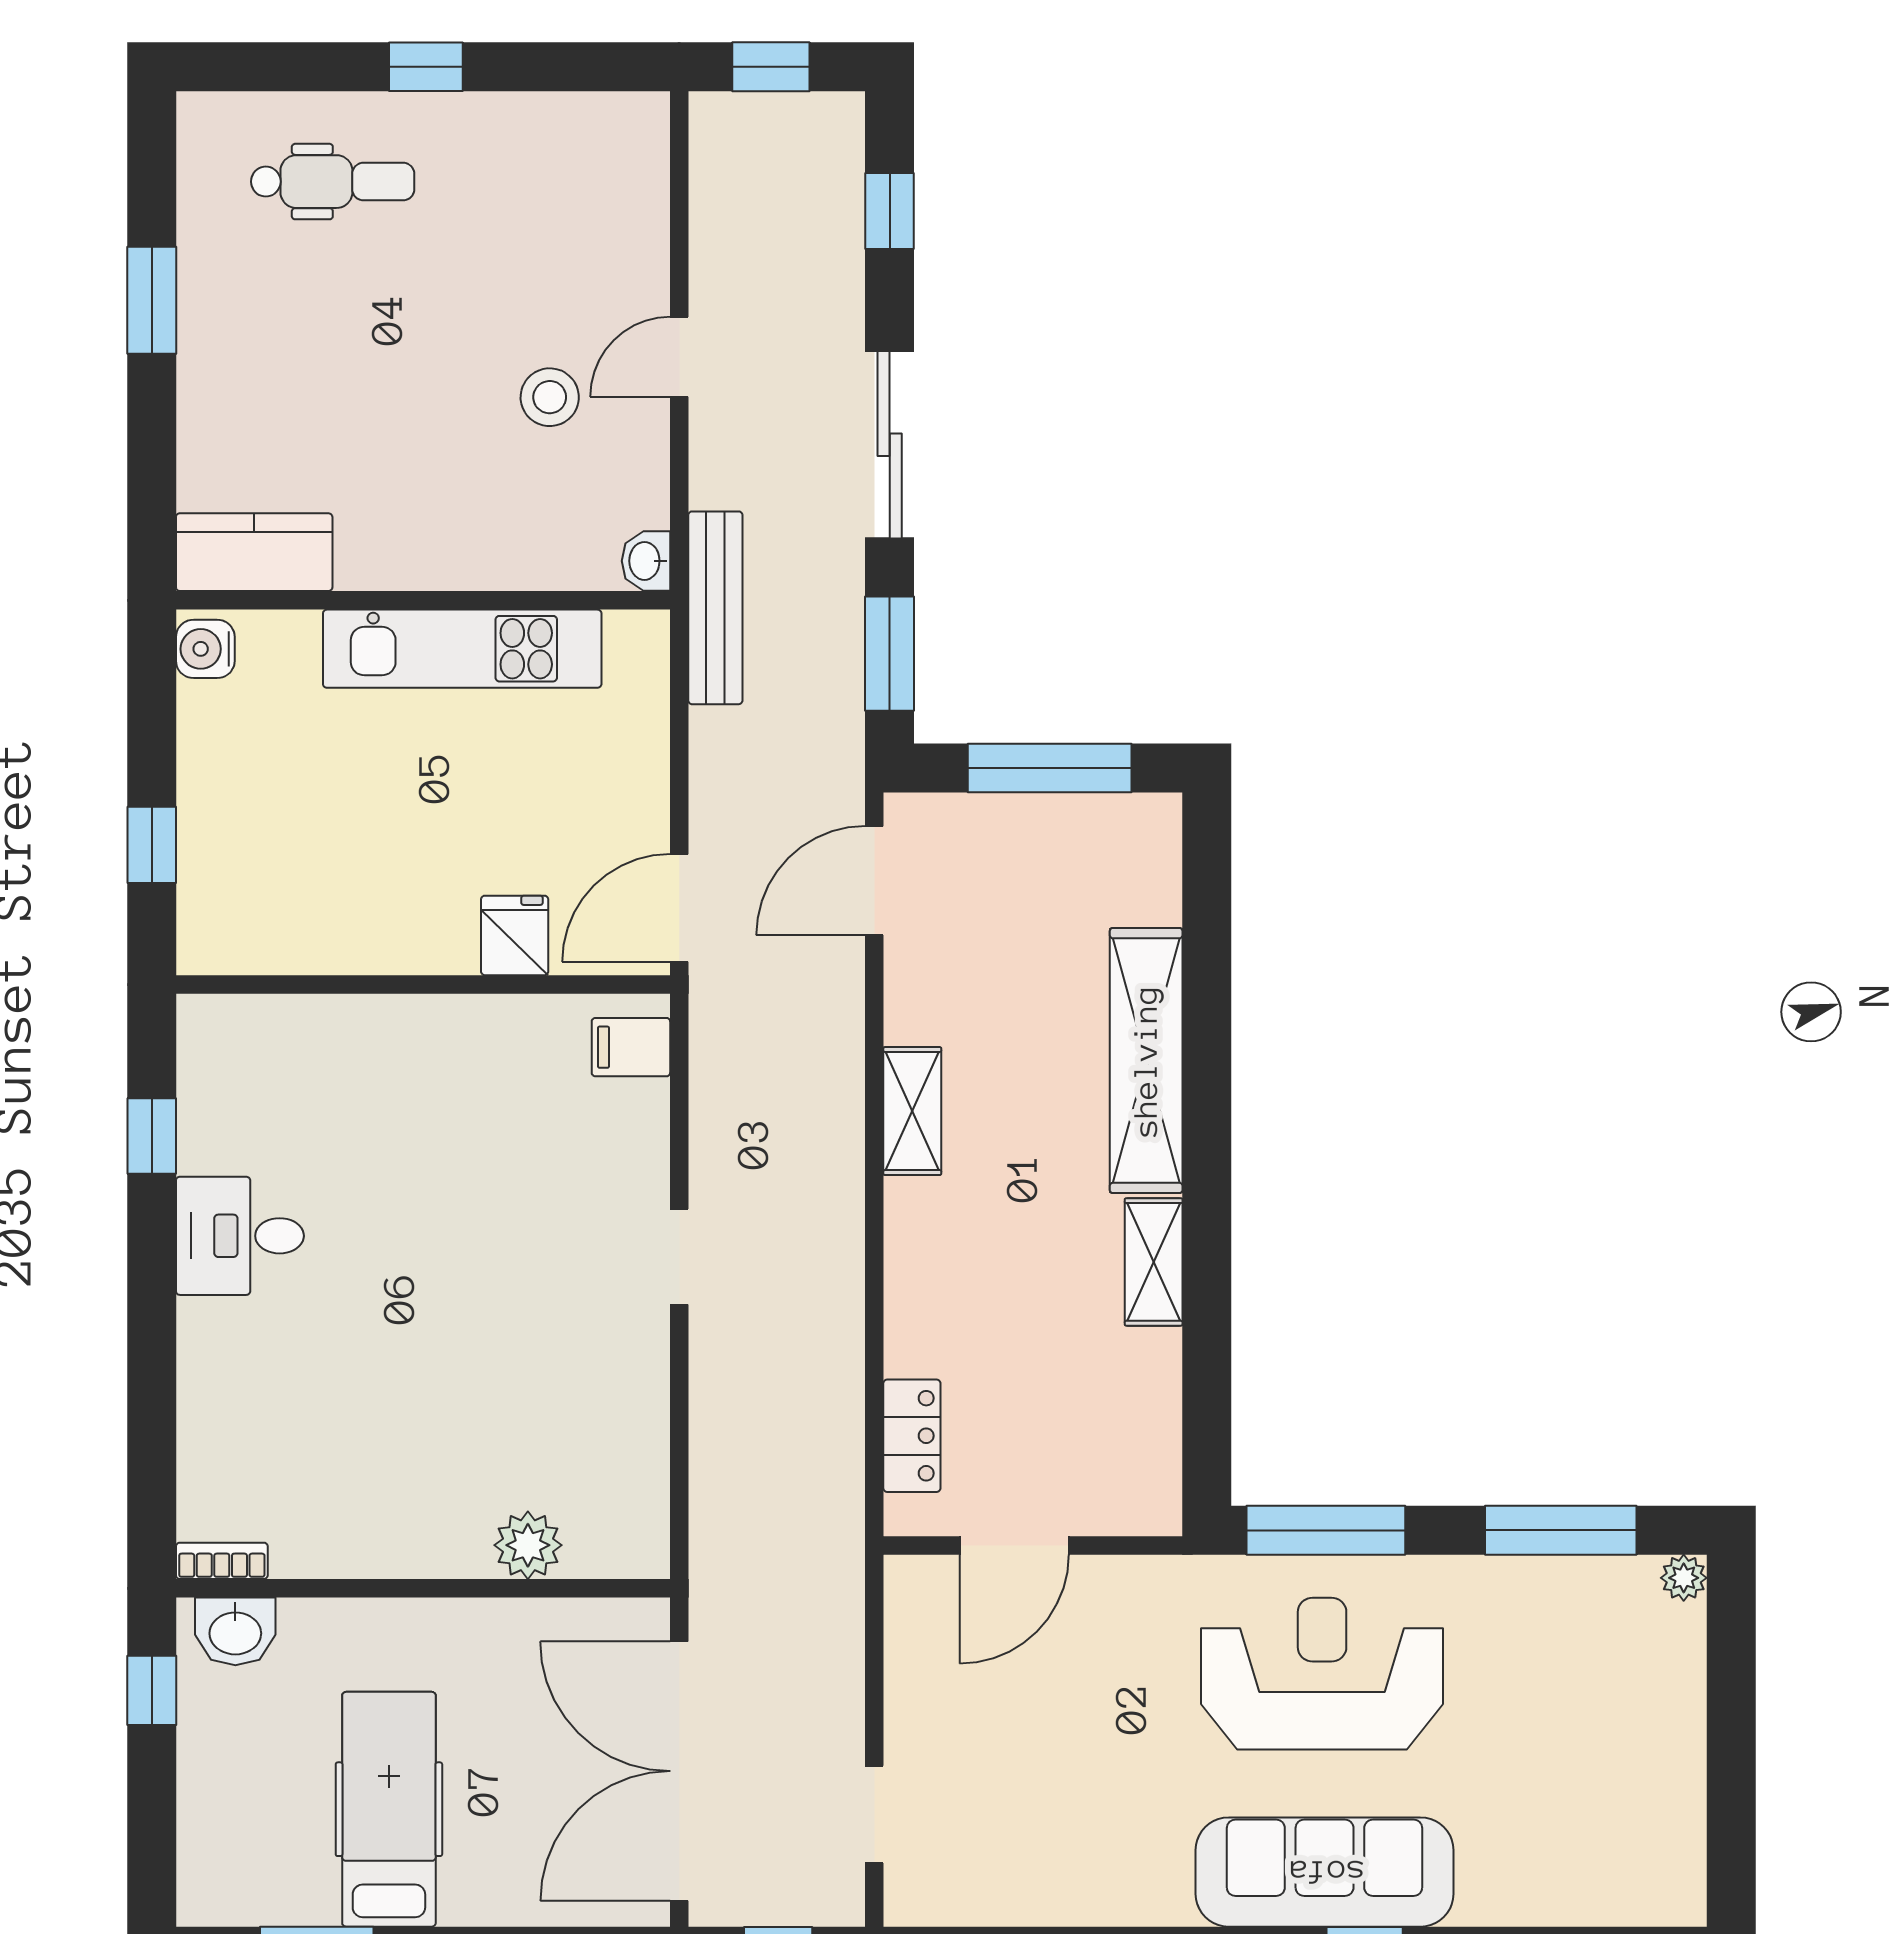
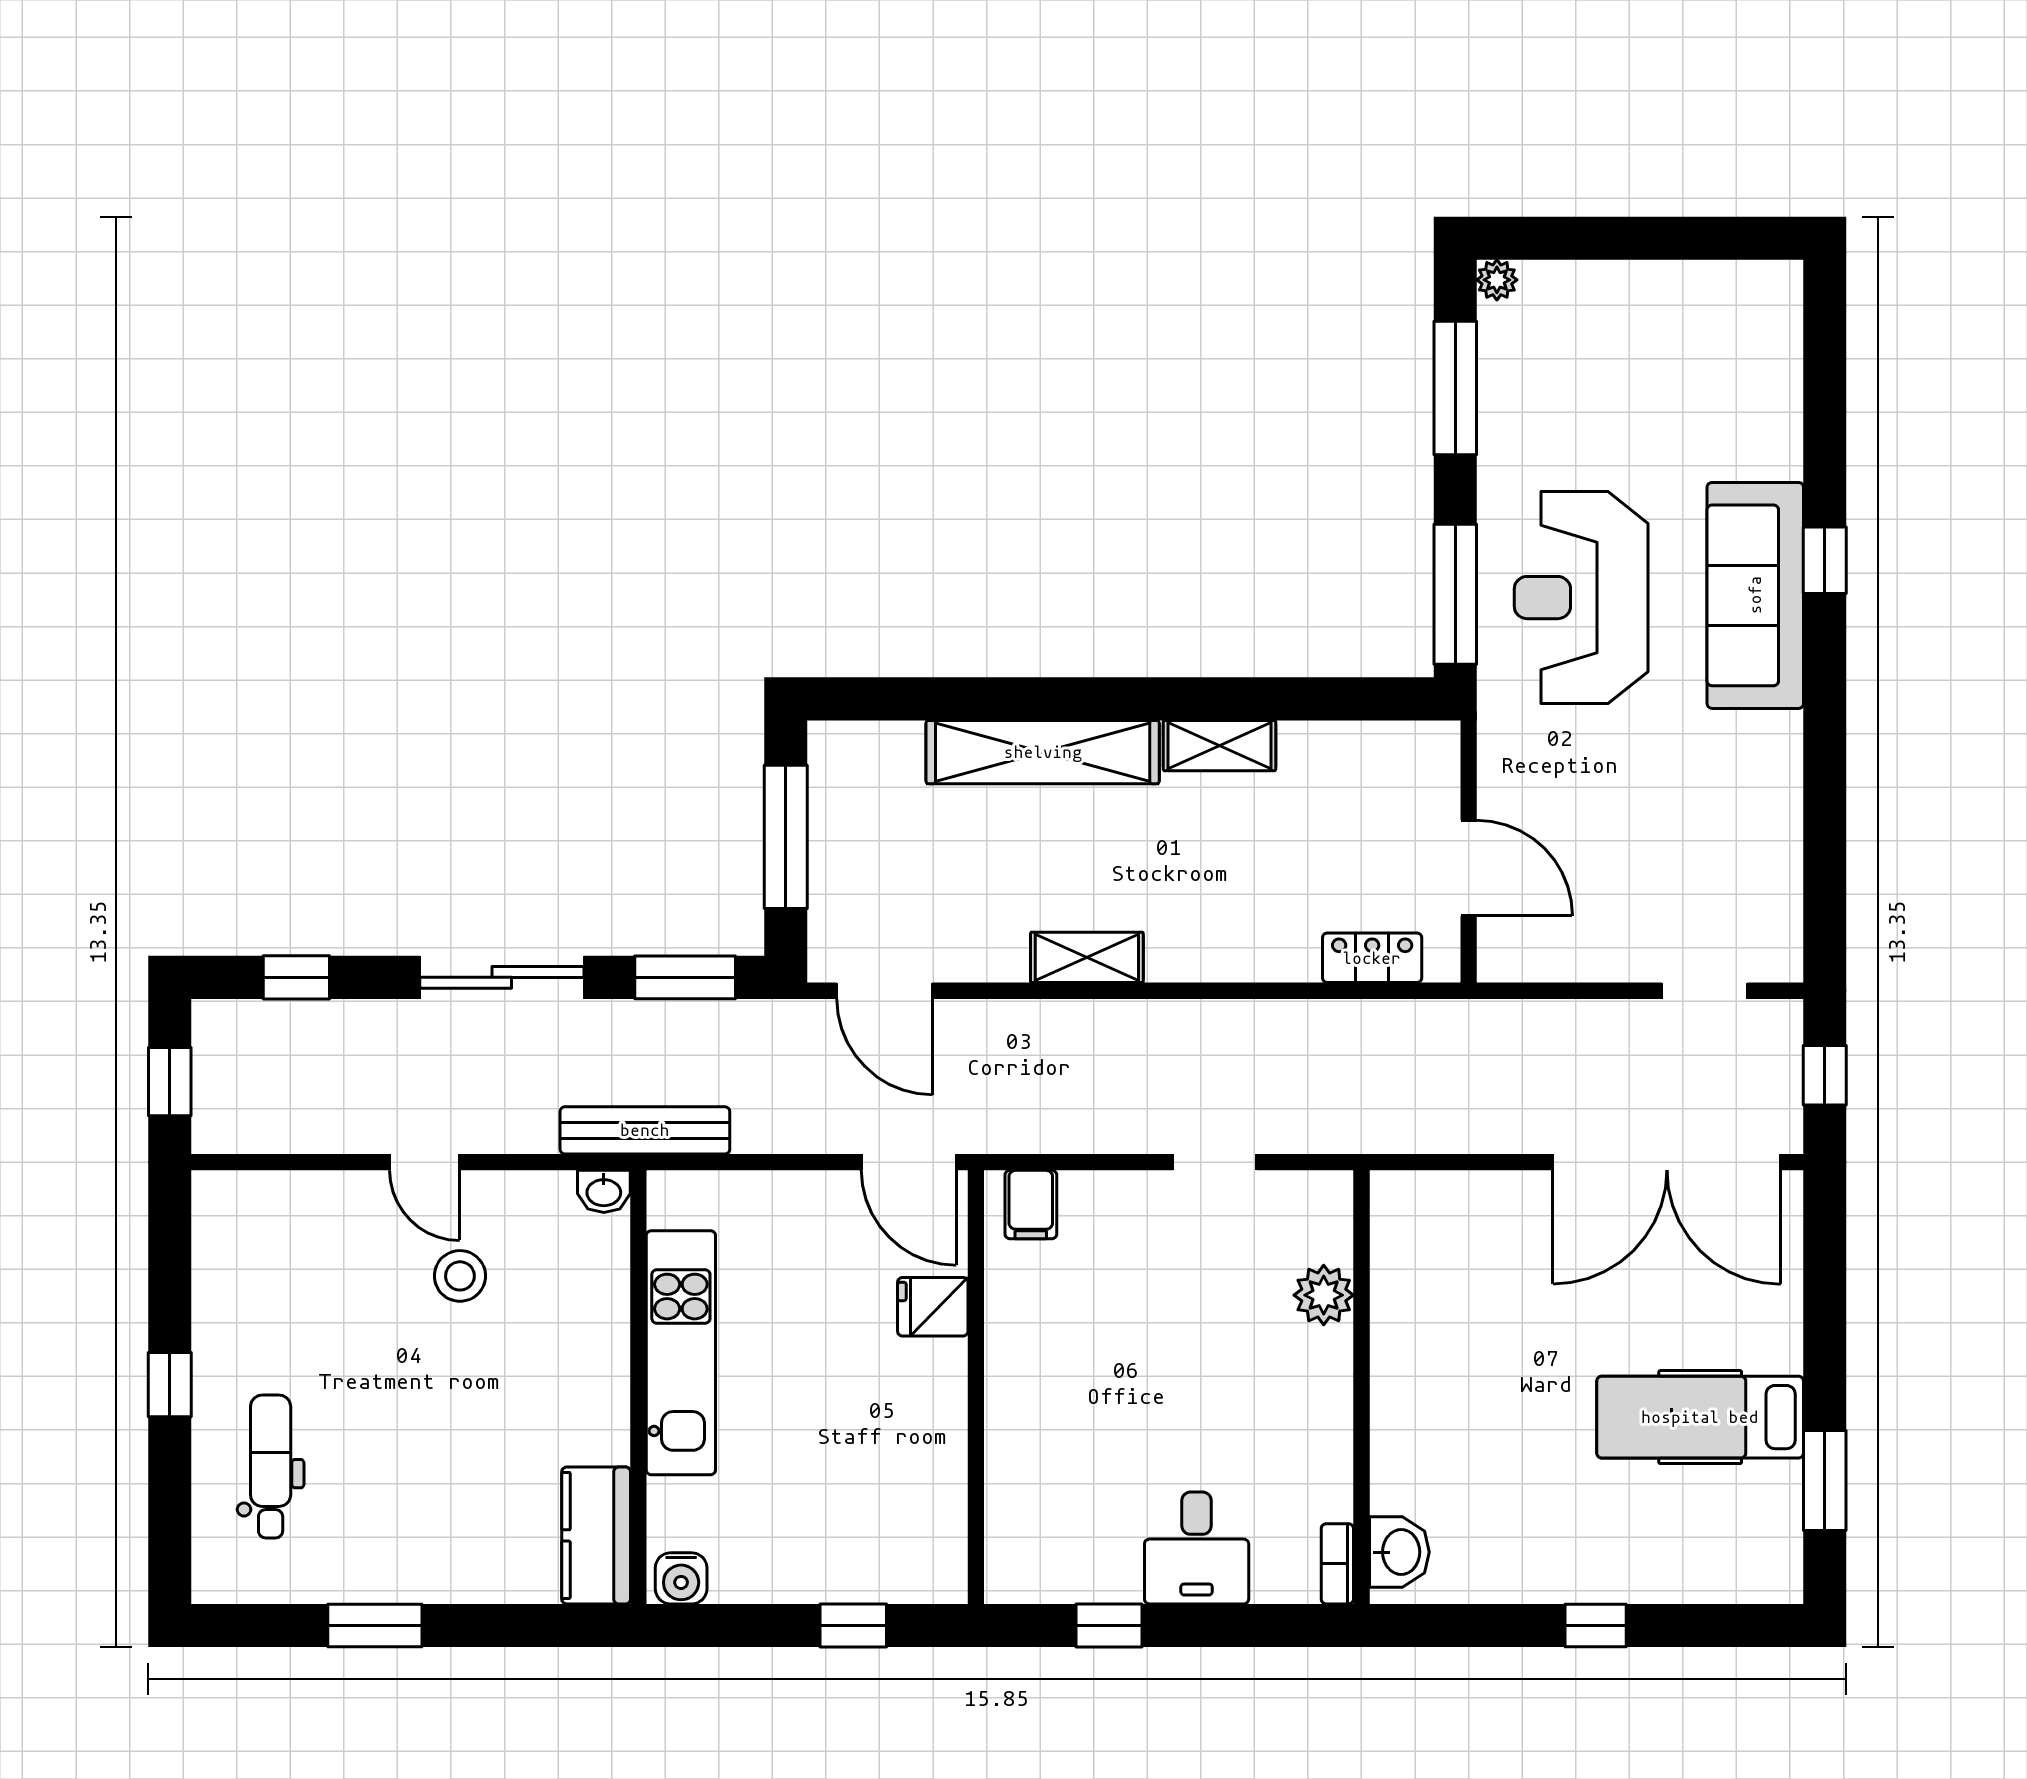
plant: (528, 1545) -> (1324, 1295), moved
bookcase: (222, 1561) -> (1337, 1564), moved
wall: (423, 1588) -> (1361, 1387), moved
washbasin: (235, 1631) -> (1399, 1552), moved

